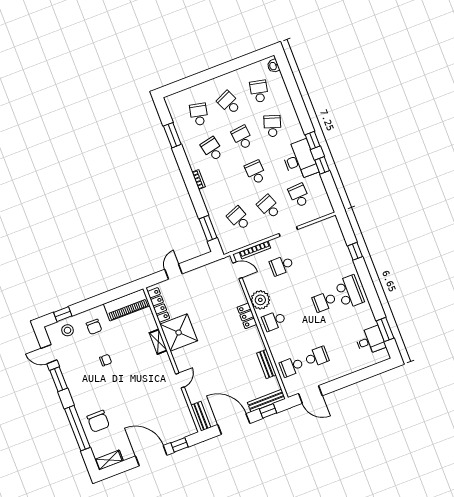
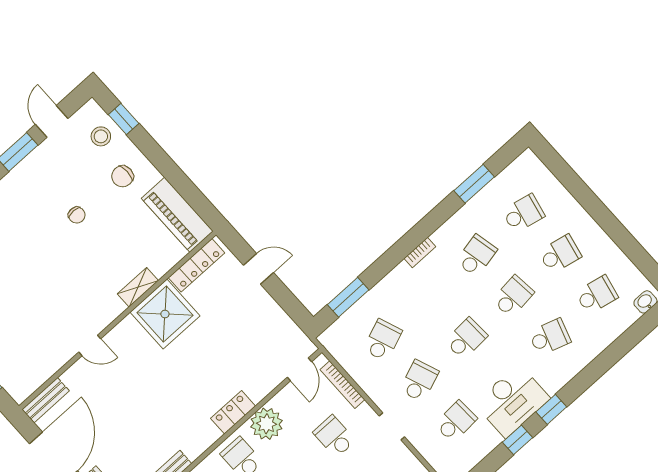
school desk: (229, 103) -> (560, 254), turned 36

